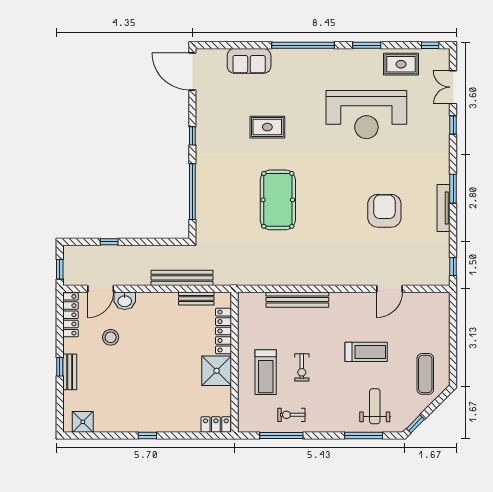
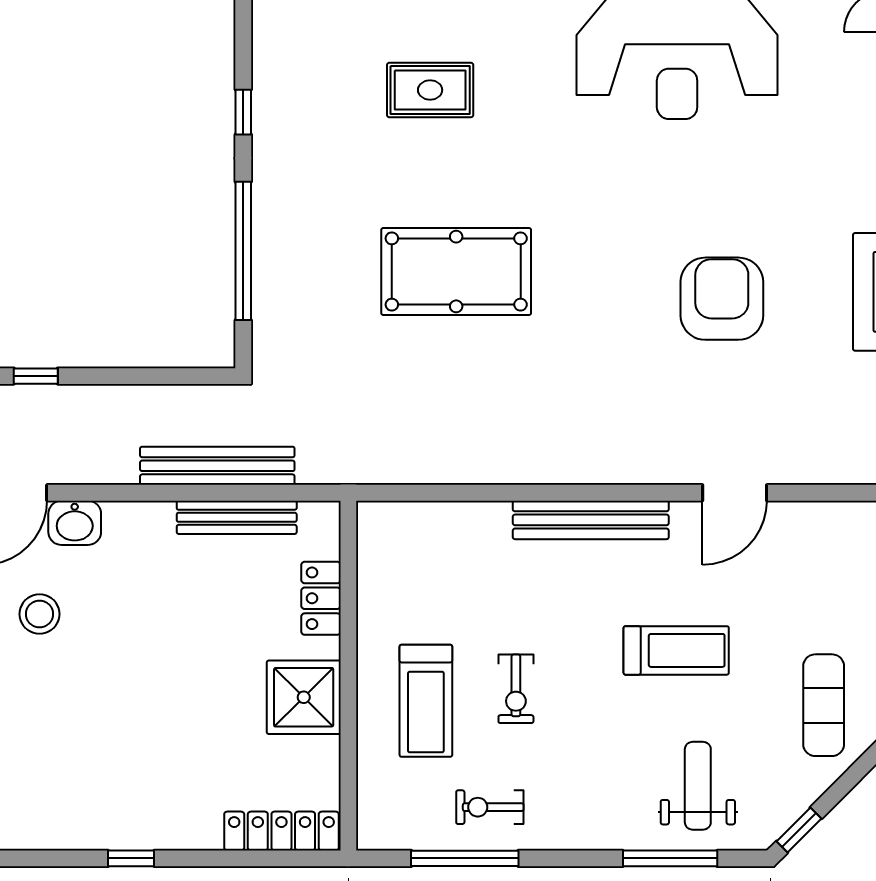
pool table: (278, 200) -> (456, 271), turned 90
bench: (196, 299) -> (237, 517), width x1.36
bench: (297, 300) -> (591, 520), moved
locker: (224, 331) -> (321, 598), width x0.66
locker: (216, 424) -> (281, 831), width x1.53

